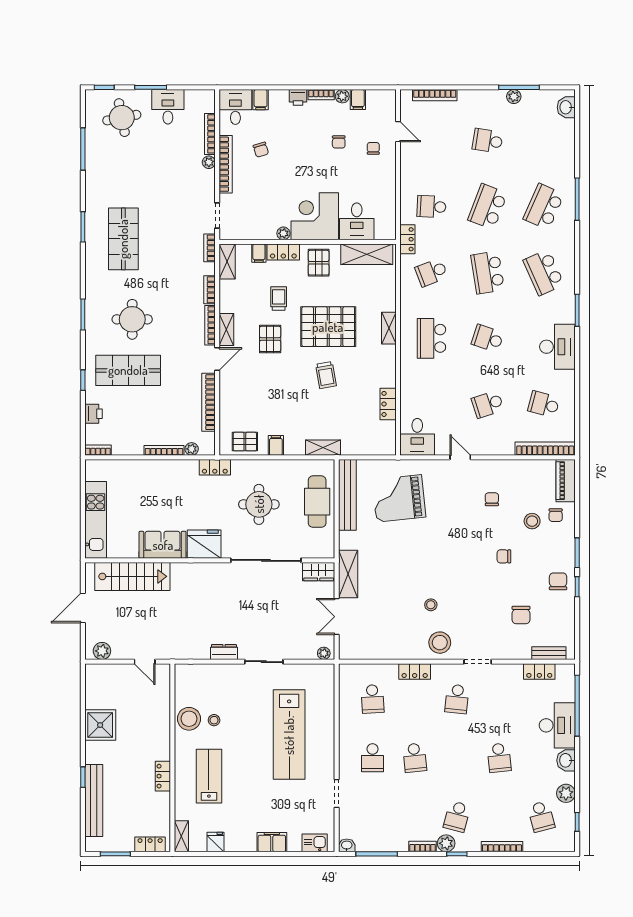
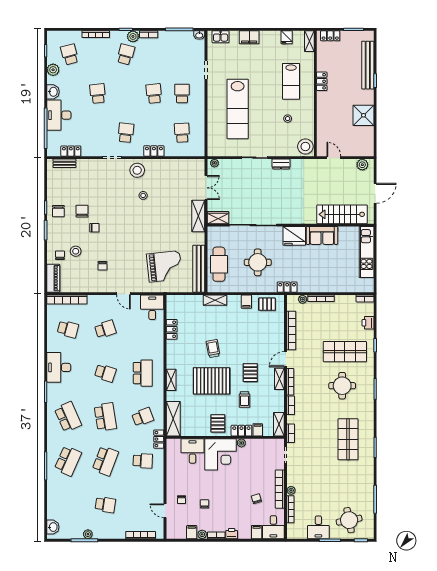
shelving: (367, 254) -> (173, 419), moved, turned 90
chair: (521, 615) -> (82, 211), moved
stool: (189, 719) -> (305, 146), moved
lab bench: (289, 735) -> (238, 109), turned 180

